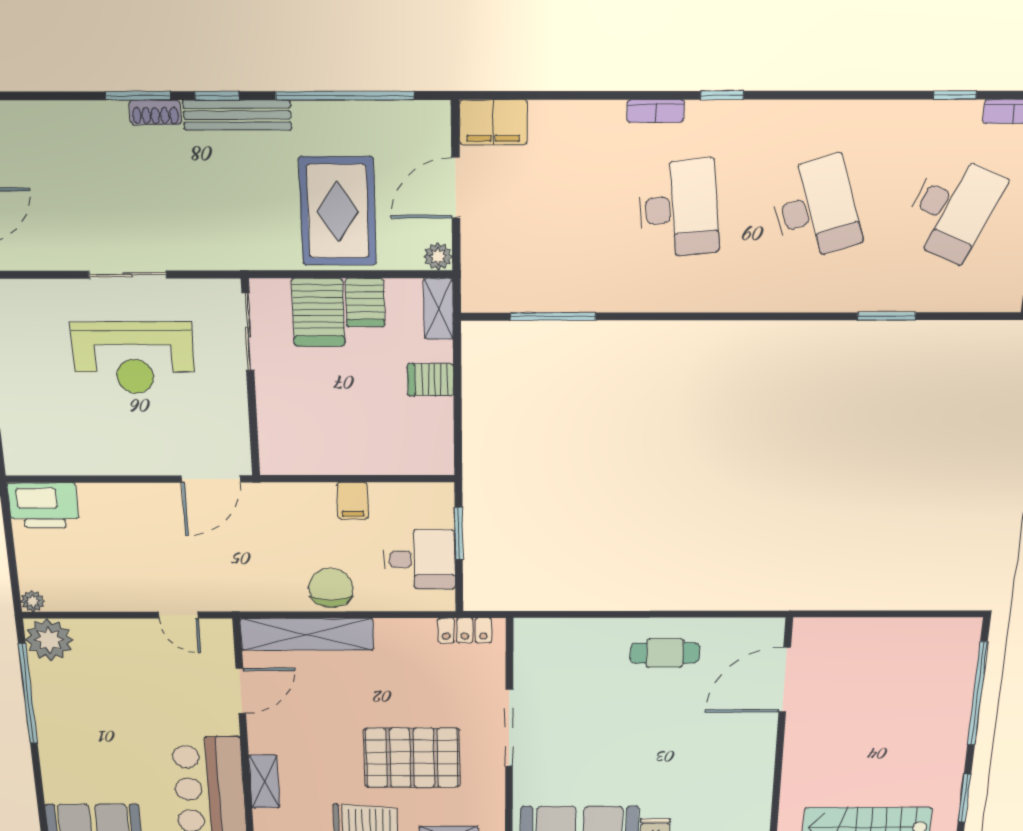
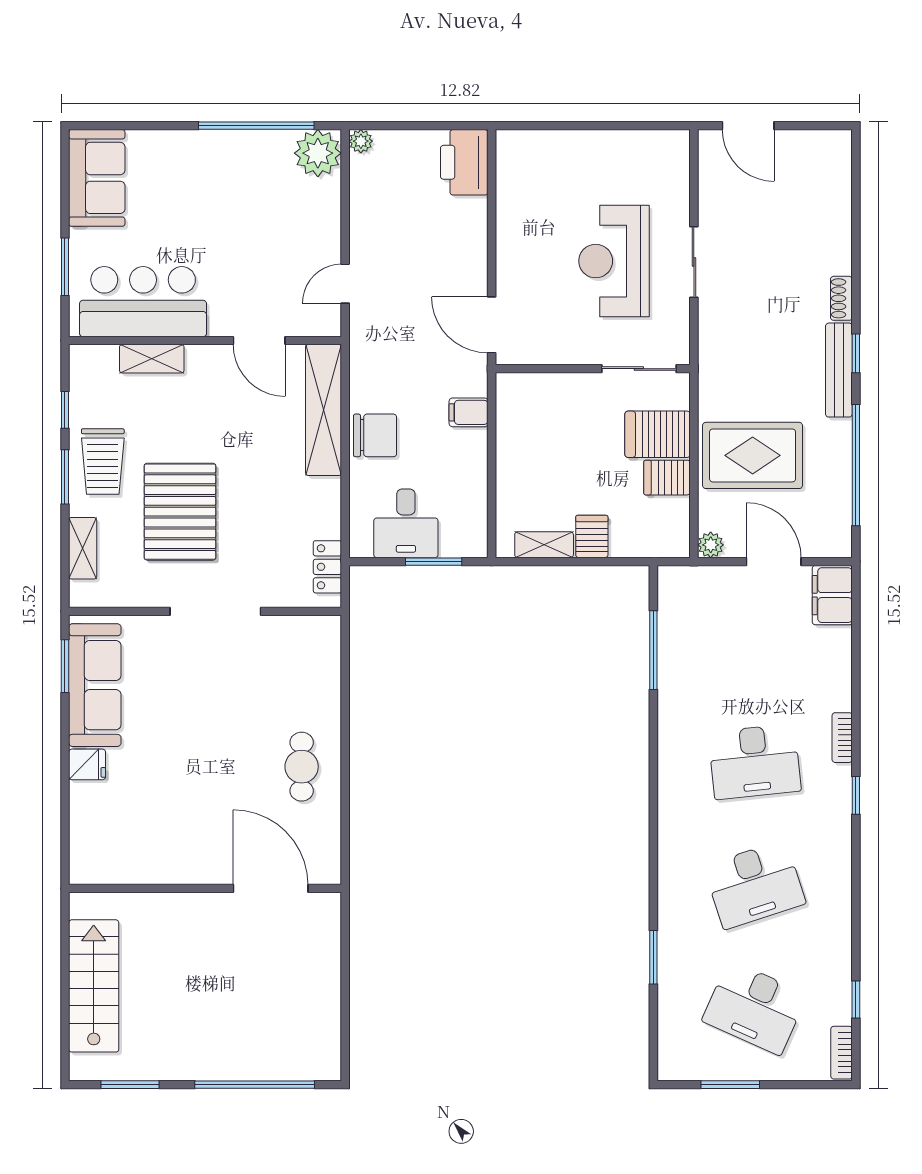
window: (138, 96) -> (856, 284), removed
shelving: (438, 309) -> (544, 545), moved
filing cabinet: (353, 501) -> (469, 412), moved

